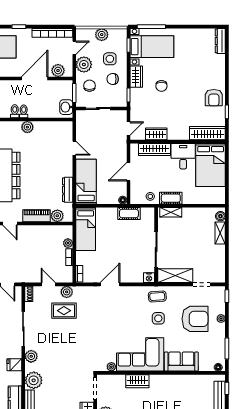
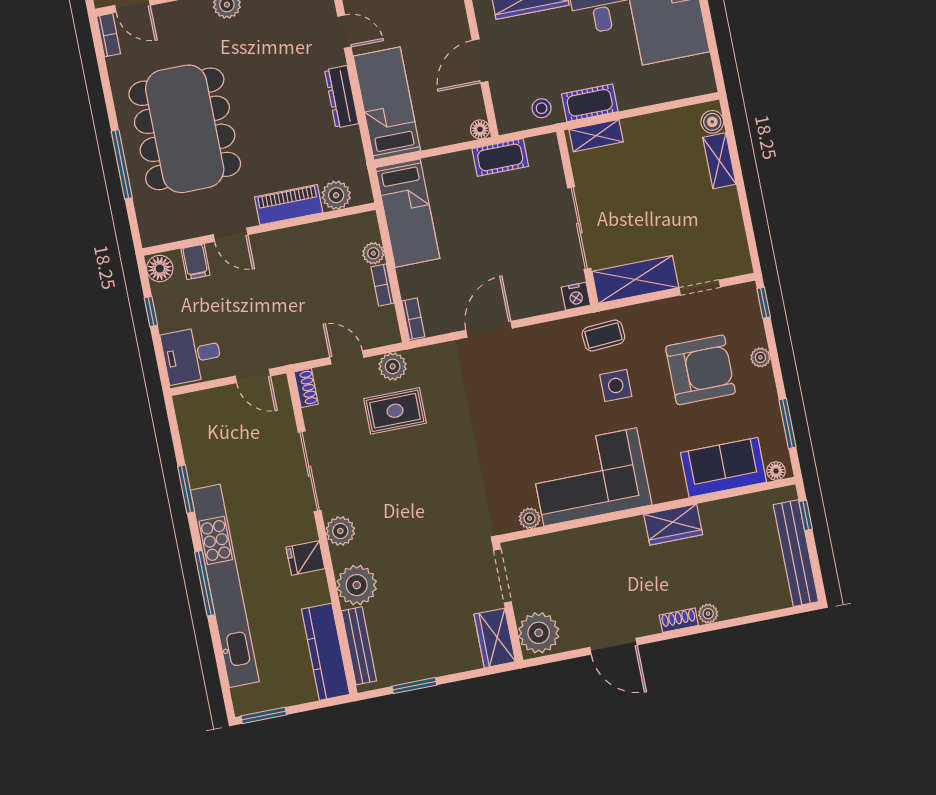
dresser: (68, 190) -> (342, 97), moved
sofa: (181, 361) -> (724, 467), moved
wardrobe: (137, 381) -> (673, 525), moved

